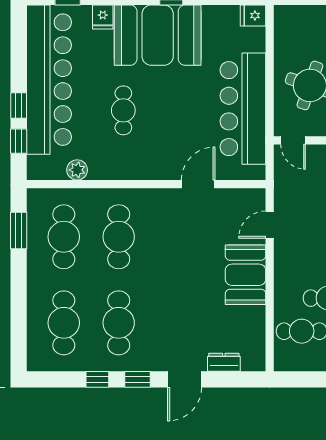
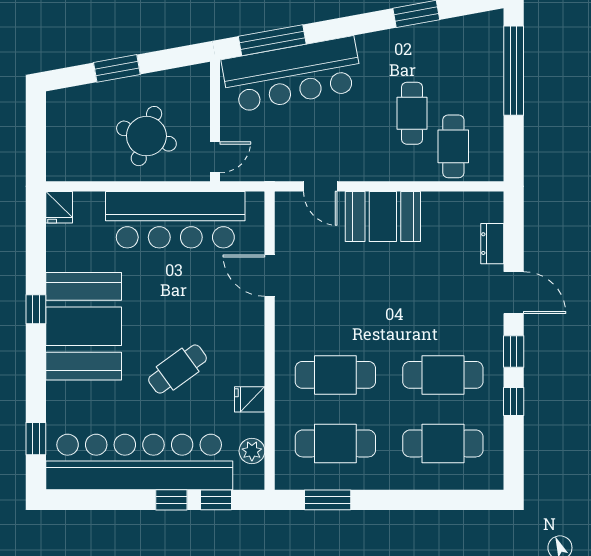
fridge: (103, 17) -> (250, 399), moved, turned 180
cafe table: (123, 110) -> (178, 369), turned -36
plant: (77, 170) -> (252, 451), moved

